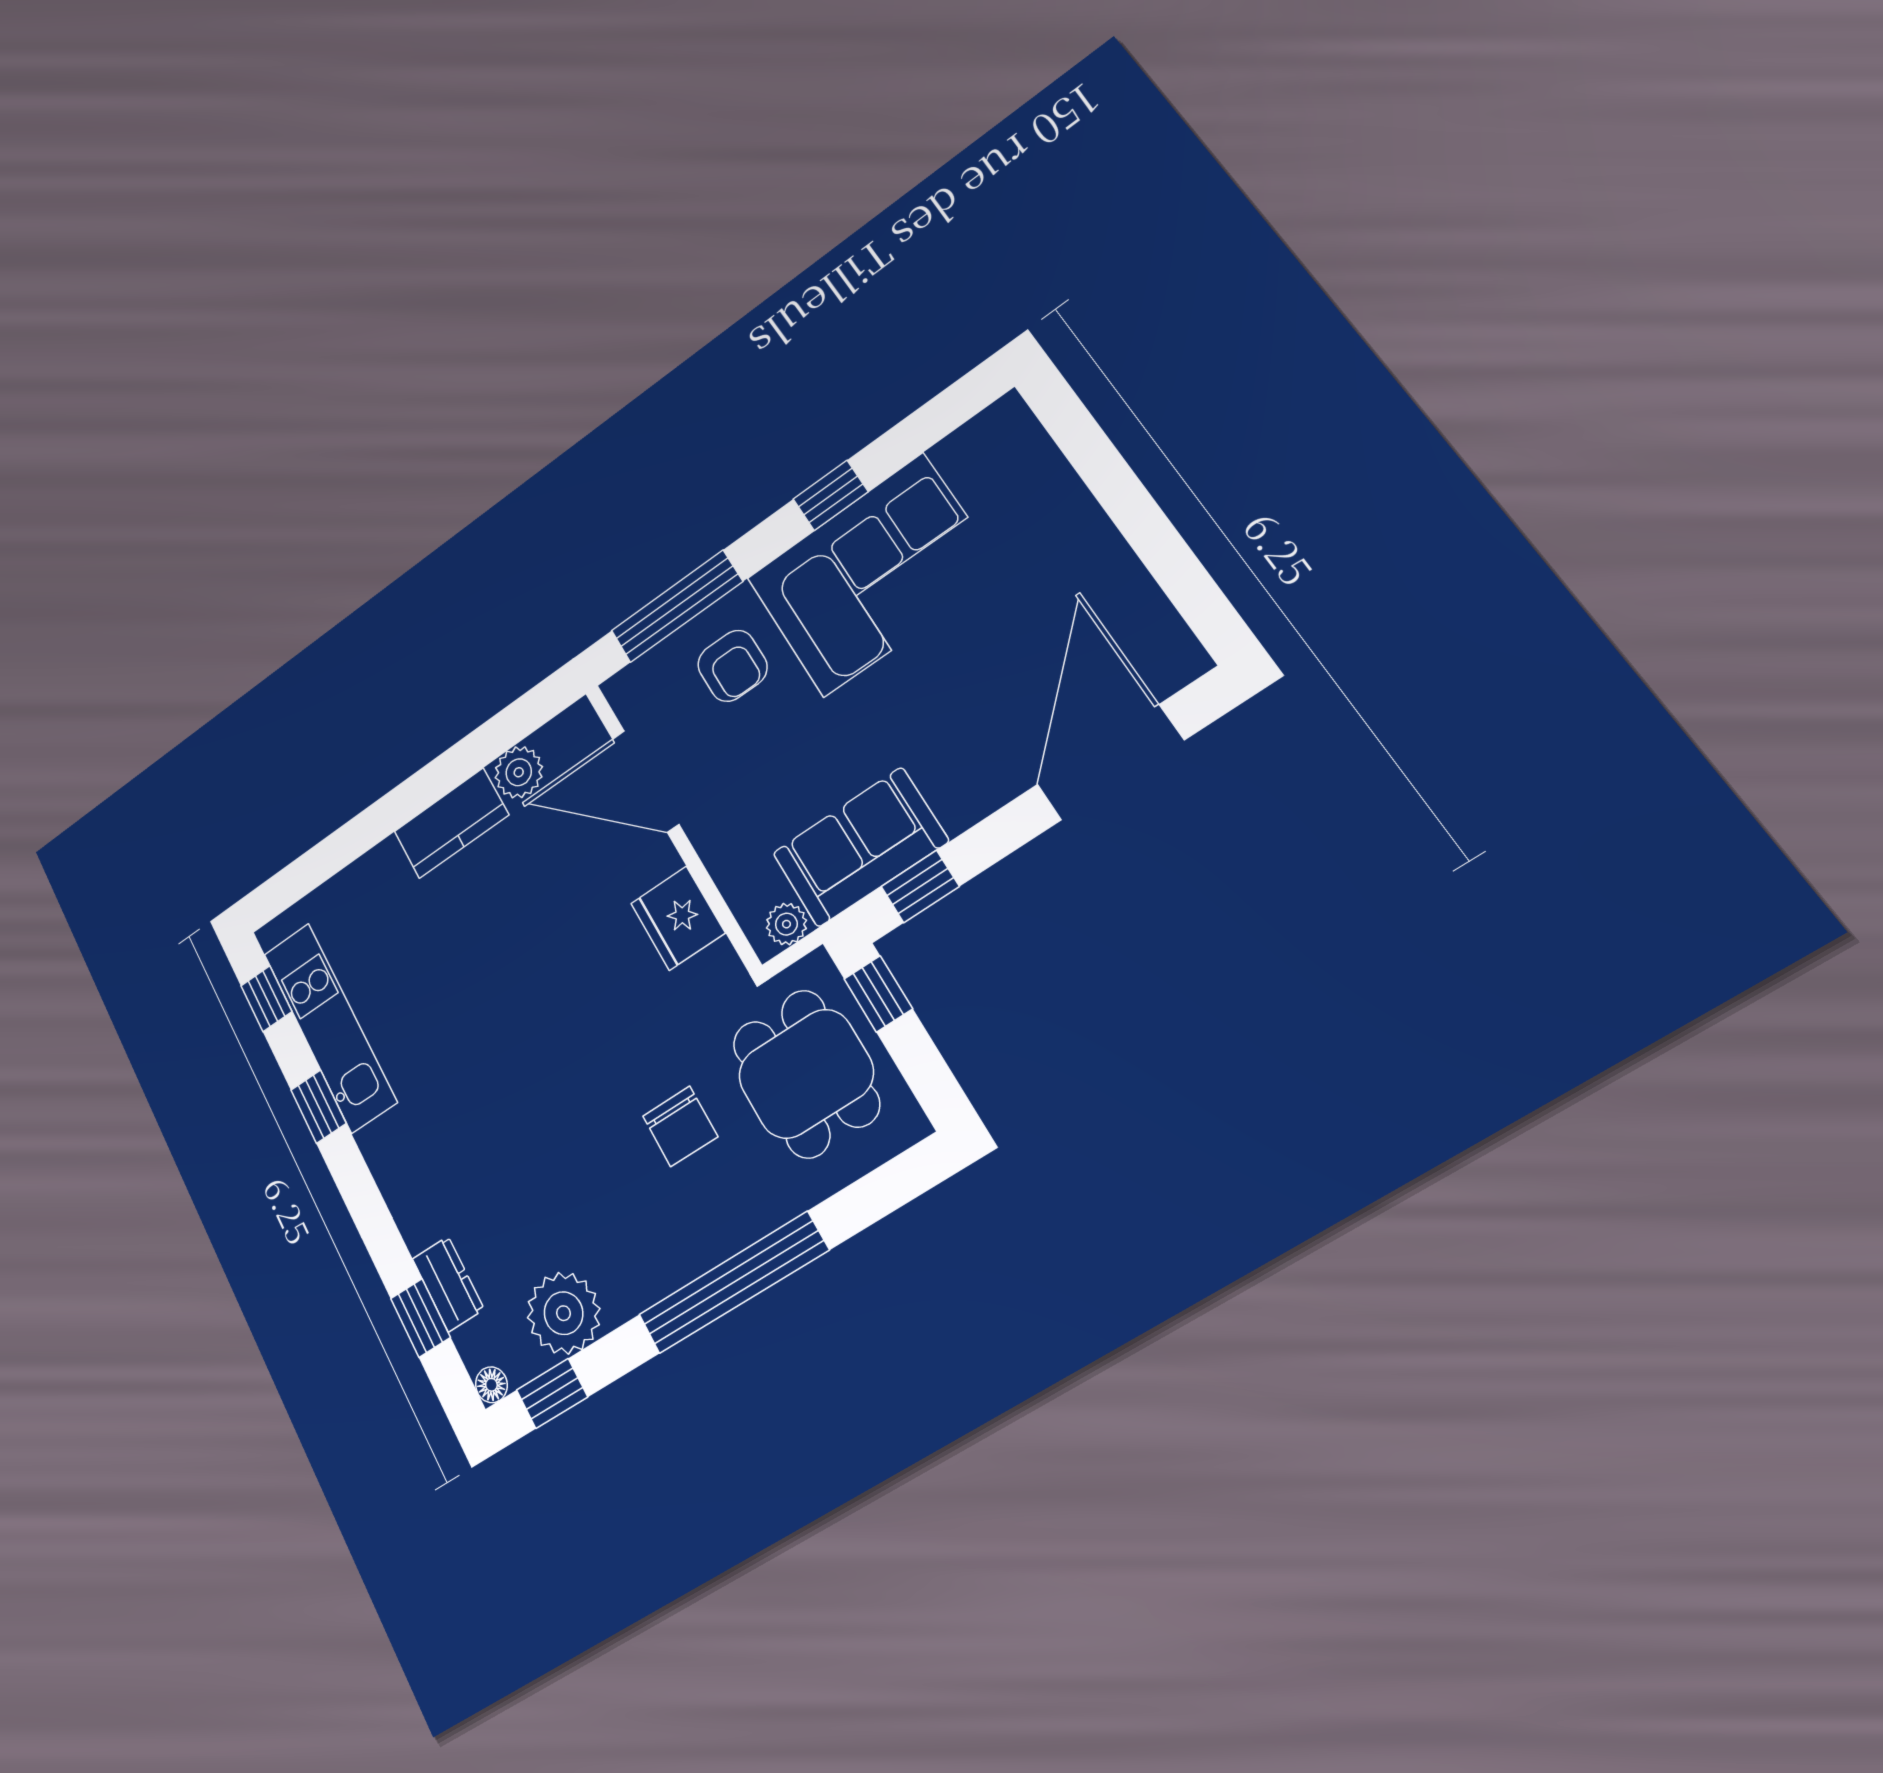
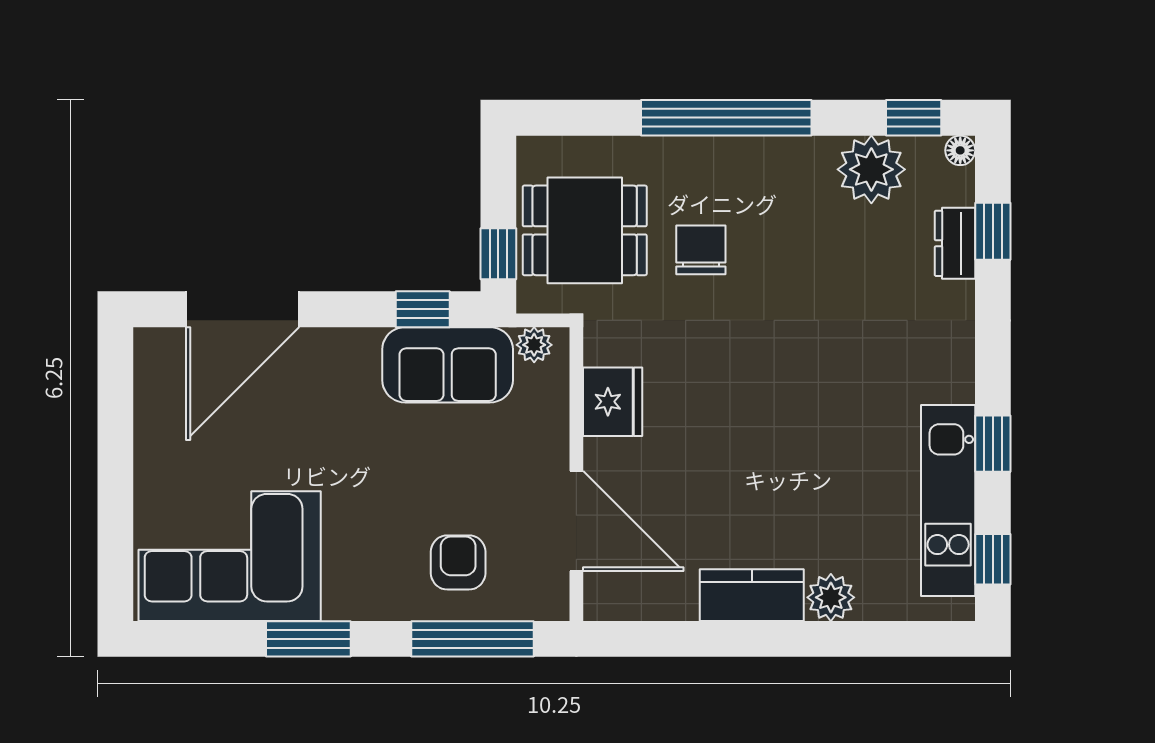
window: (831, 495) -> (308, 639), width x1.50
corner sofa: (873, 575) -> (230, 556), moved
plant: (519, 772) -> (831, 597), moved
dining table: (806, 1074) -> (585, 230), turned 90

